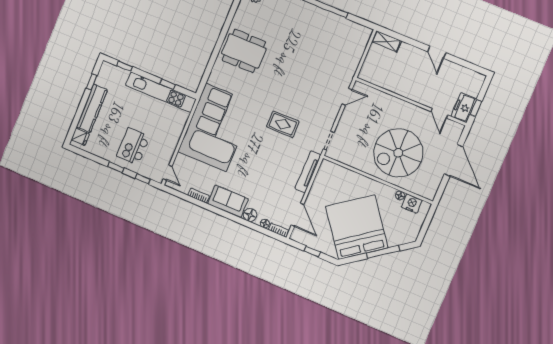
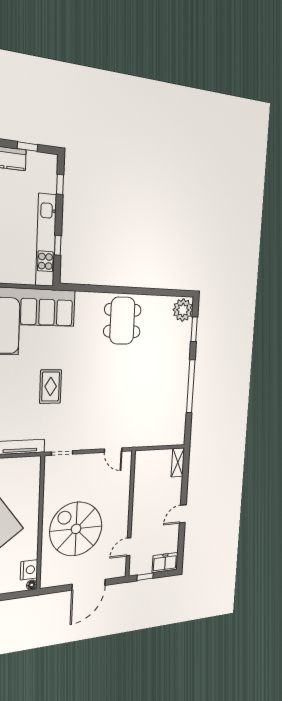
freezer: (464, 108) -> (165, 563), moved
rug: (283, 124) -> (51, 387), moved
floor lamp: (400, 195) -> (32, 585), moved

